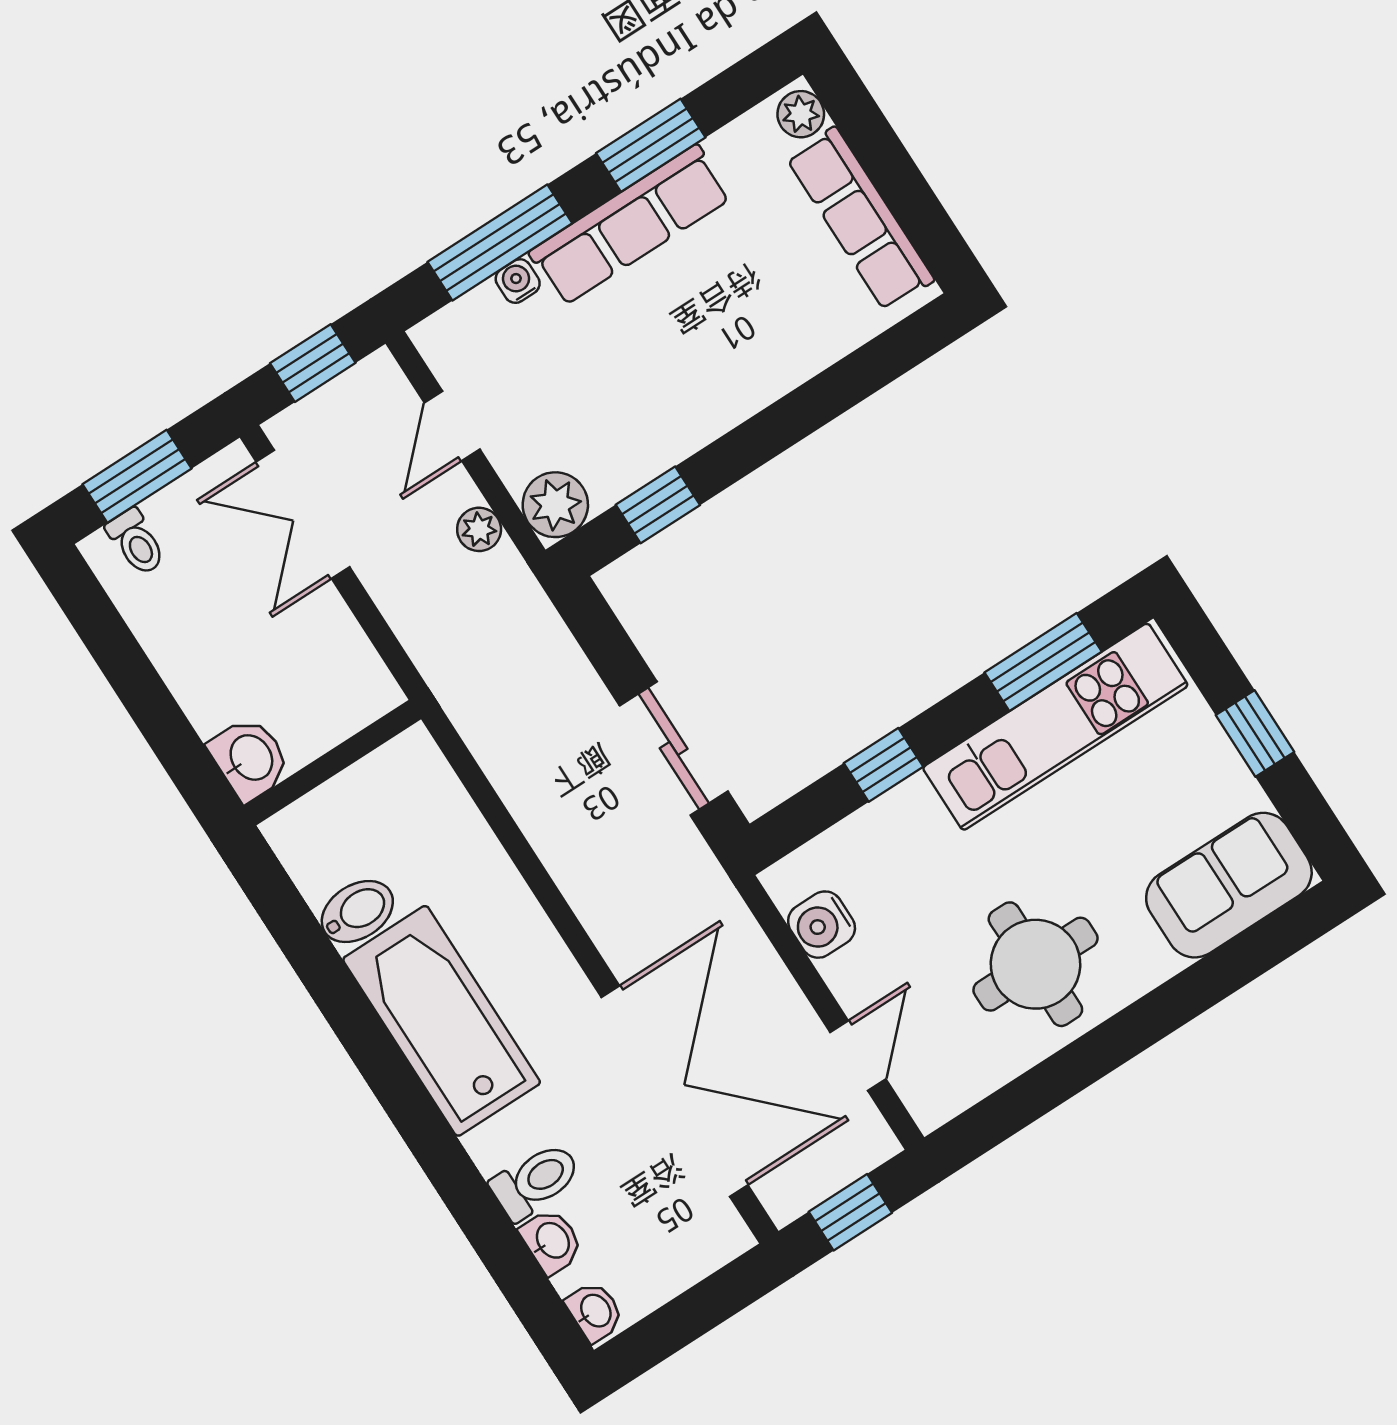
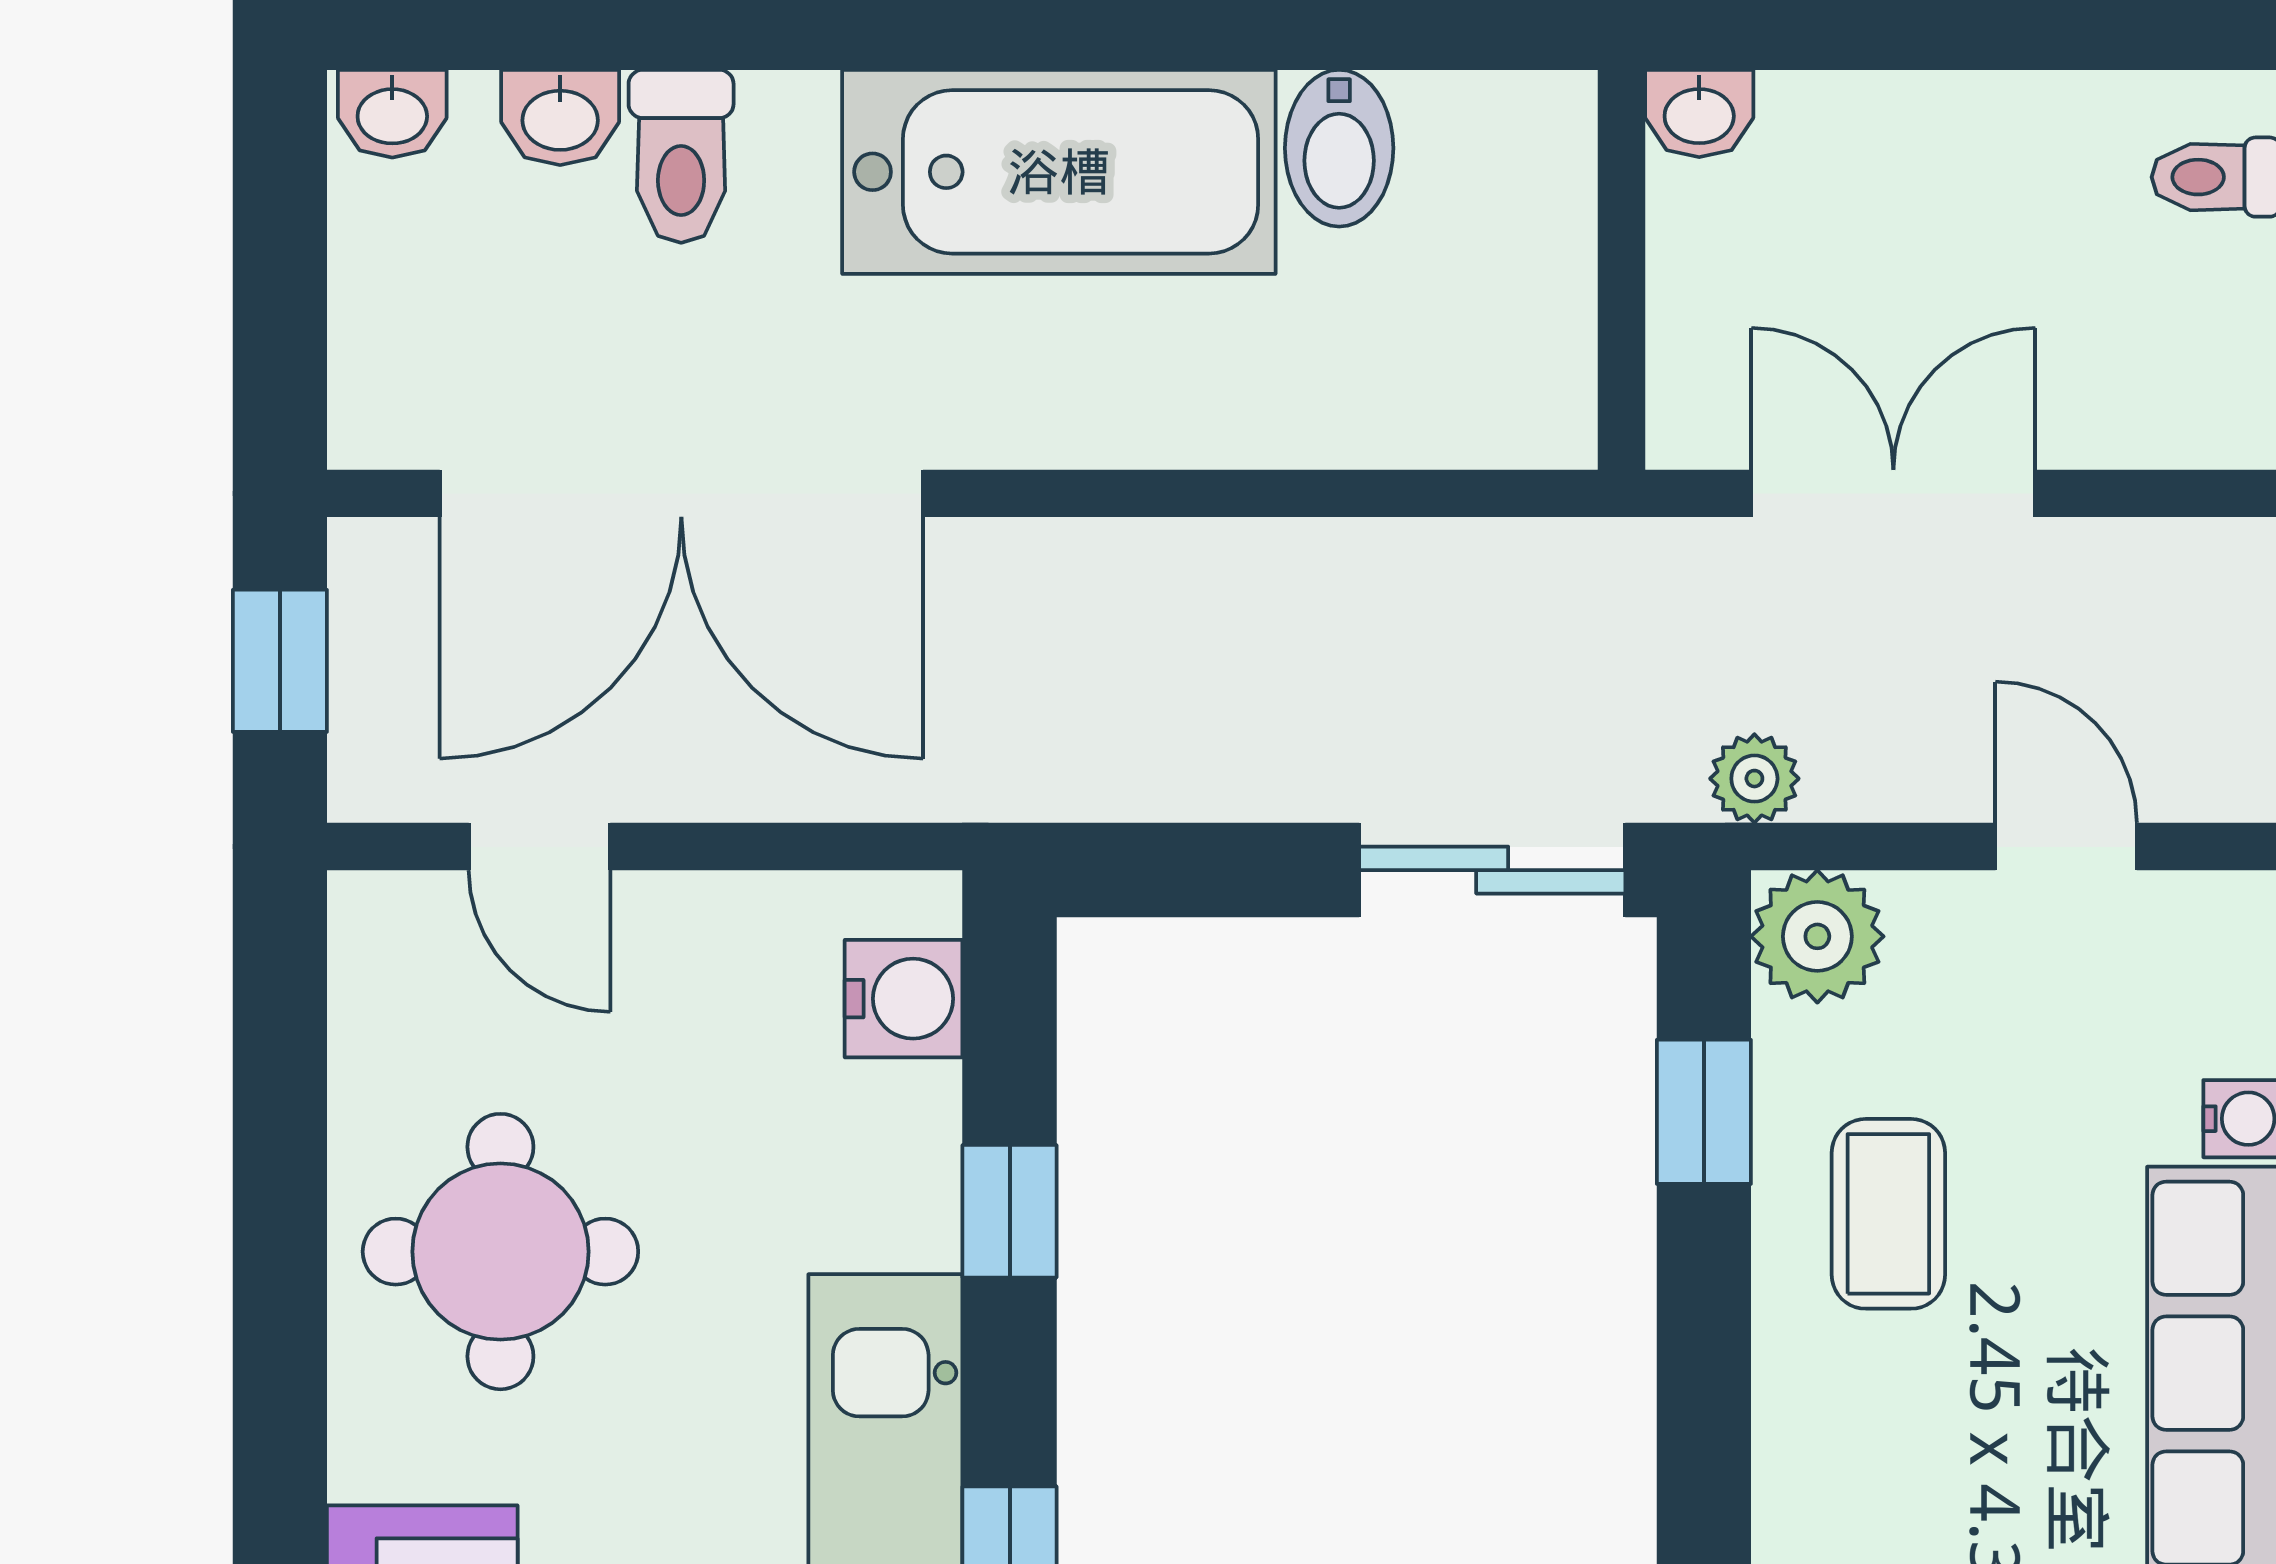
coffee table: (651, 402) -> (1888, 1214), added
double door: (303, 514) -> (1893, 493), moved
plant: (479, 529) -> (1754, 779), moved
sliding door: (674, 748) -> (1492, 870), moved
washbasin: (250, 758) -> (1699, 113), width x0.72, depth x0.69
water cooler: (822, 925) -> (904, 999), moved, turned 90

